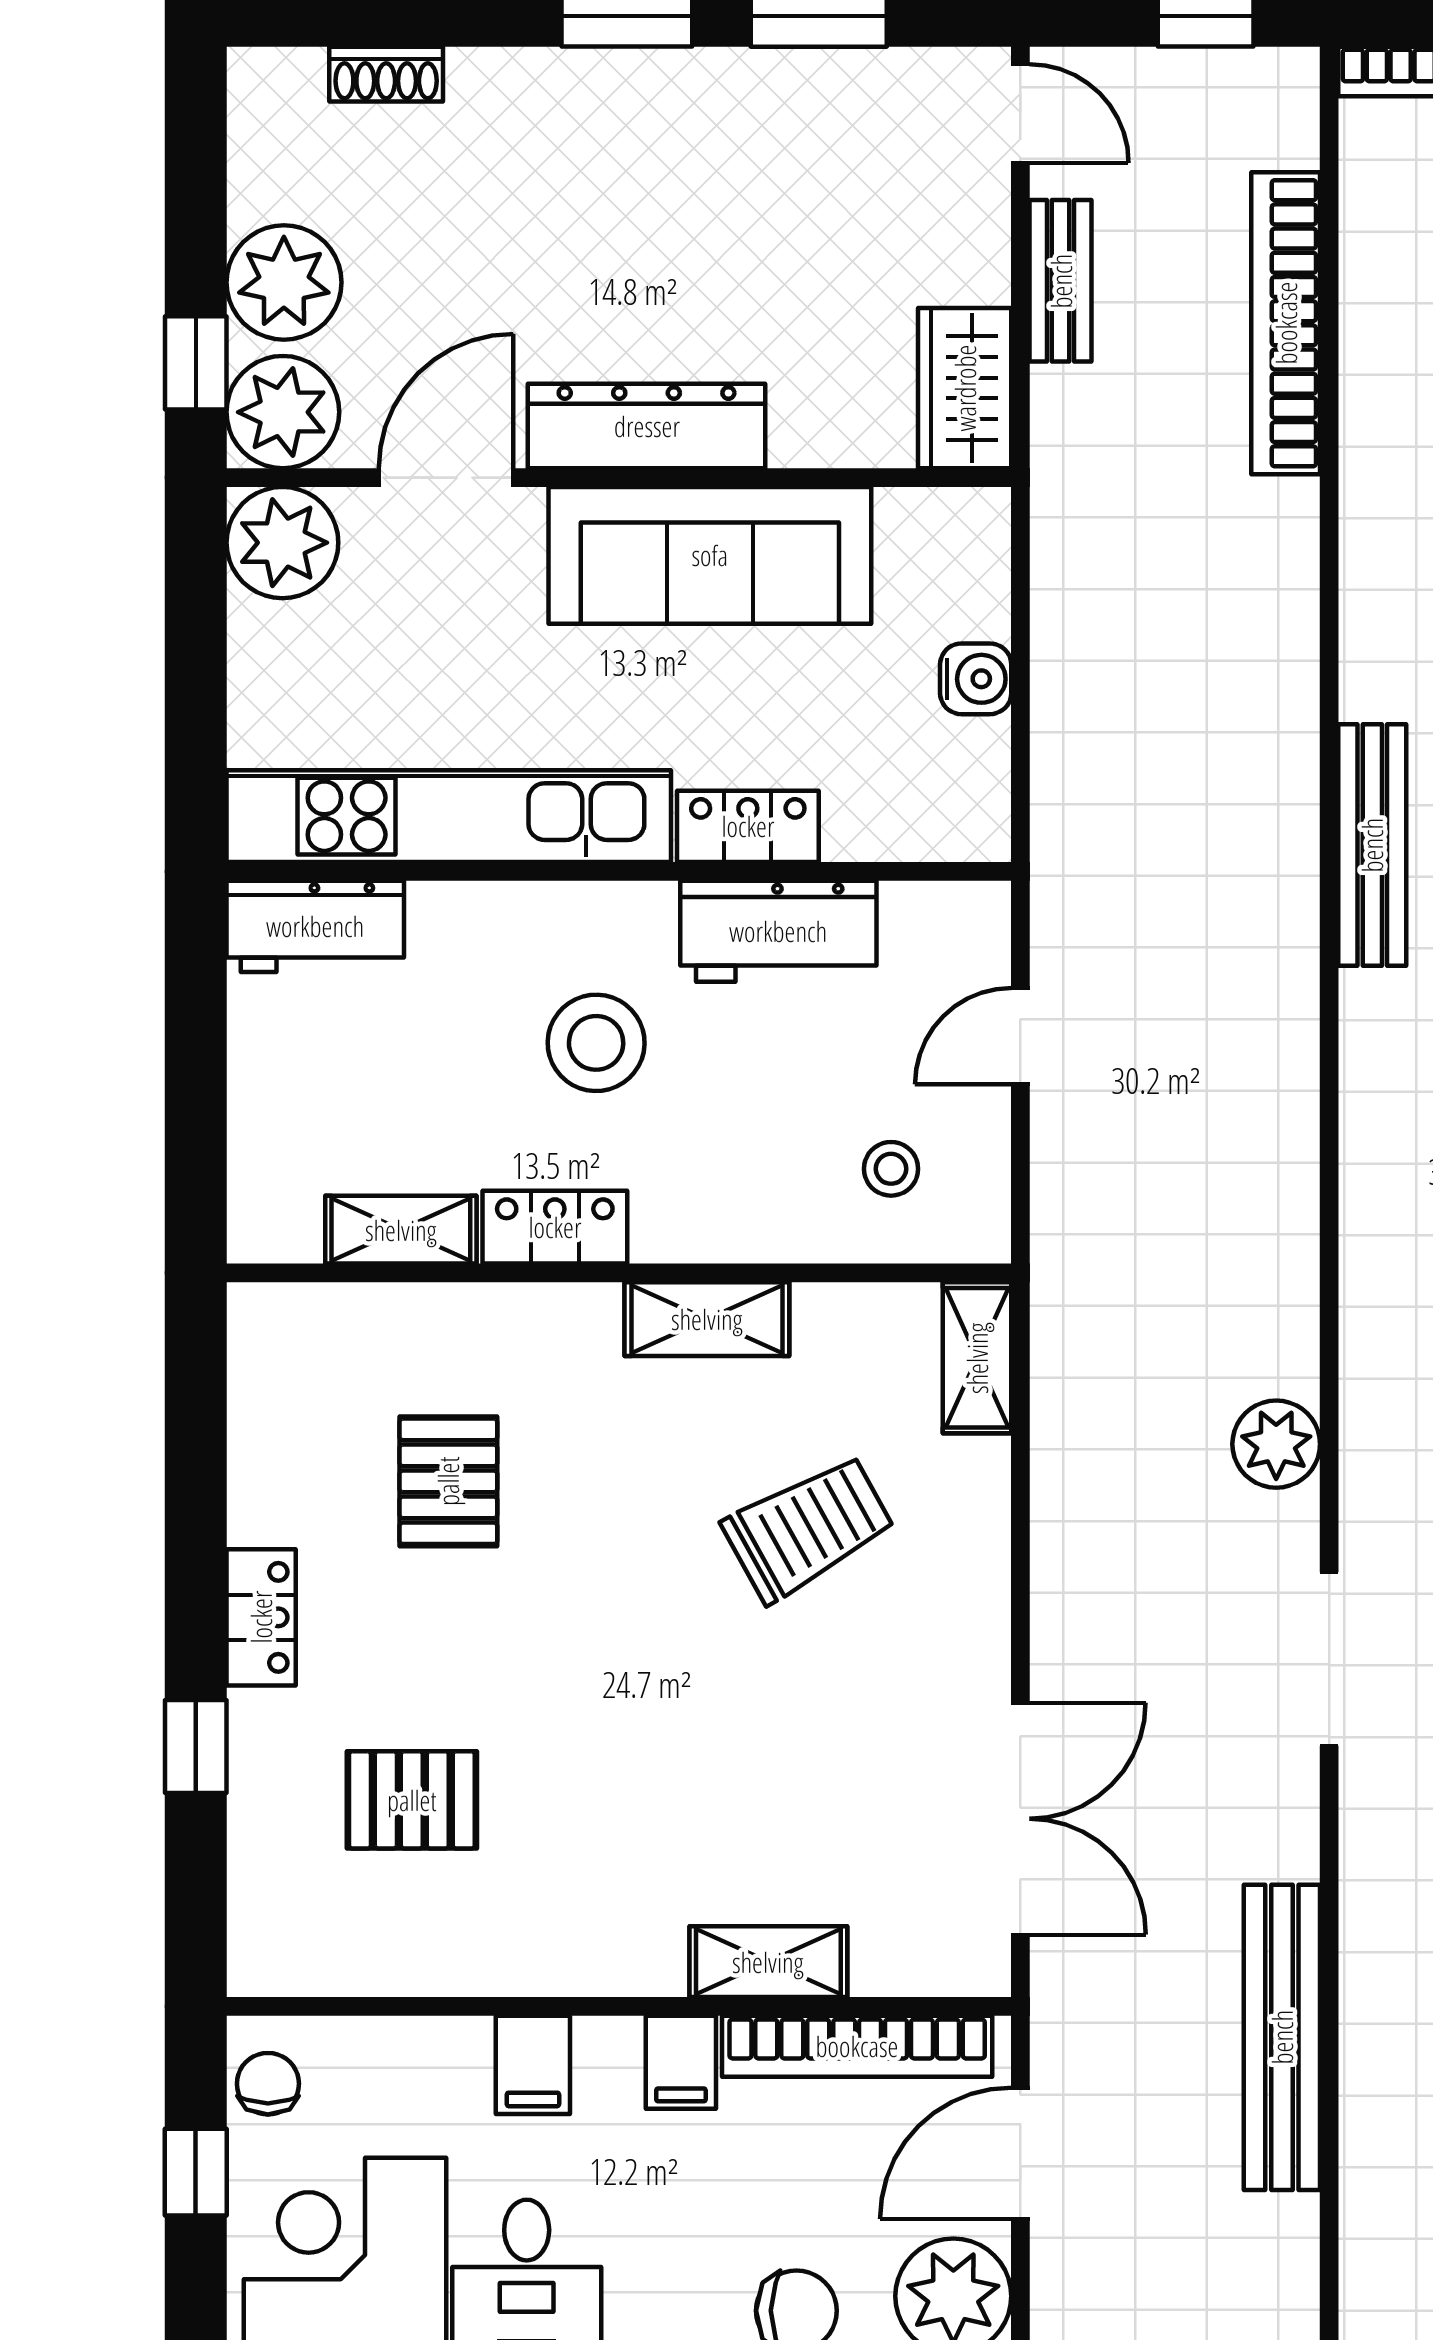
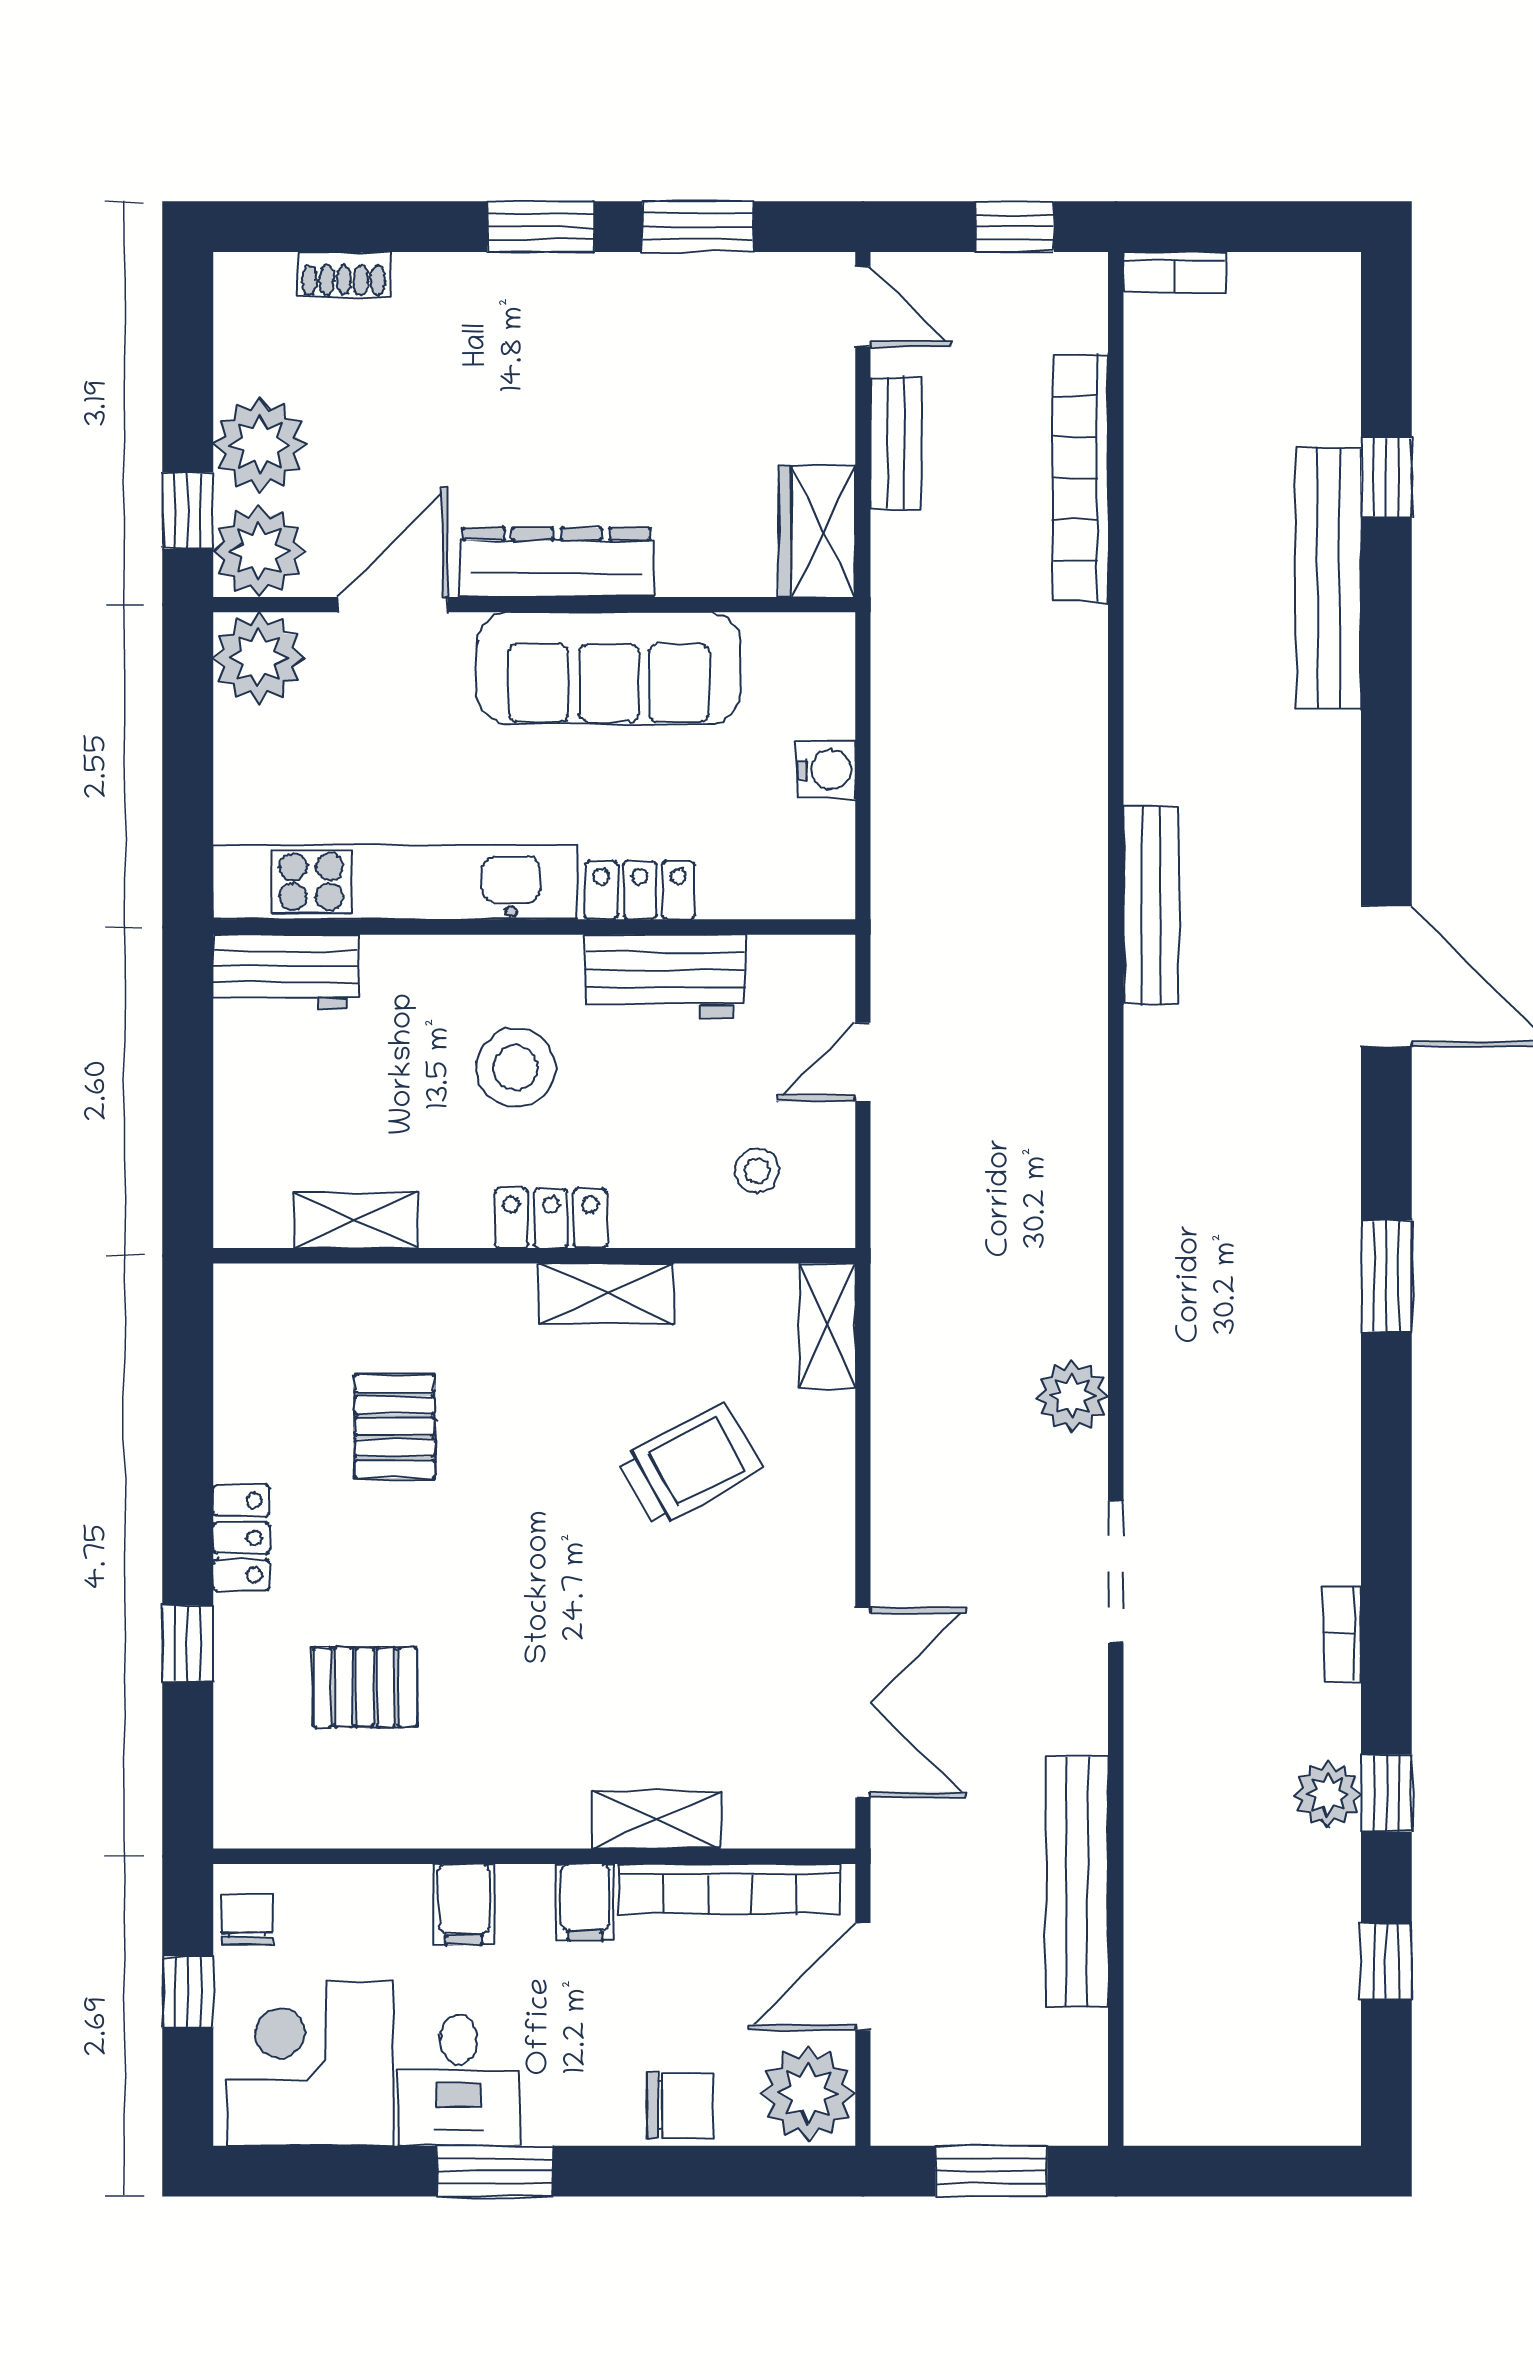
locker: (555, 1227) -> (551, 1218), moved

